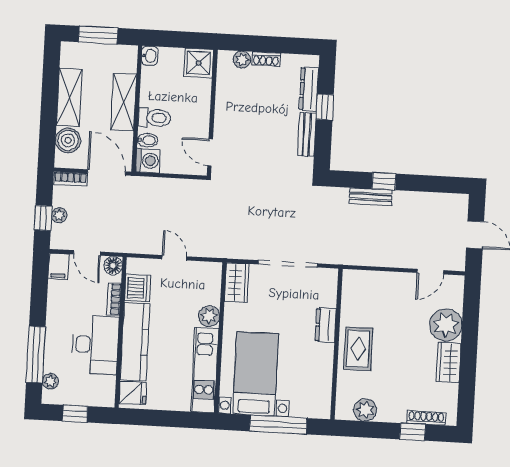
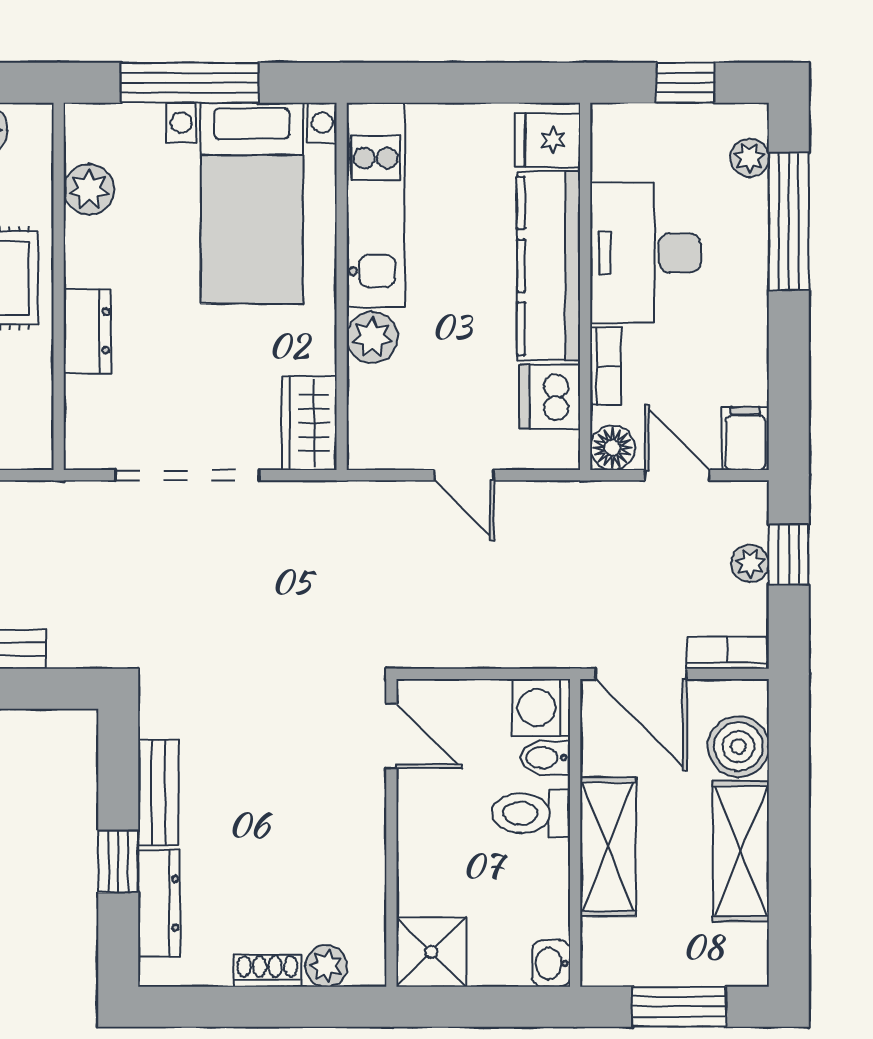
plant: (322, 383) -> (89, 189), added

